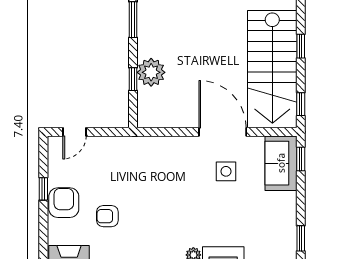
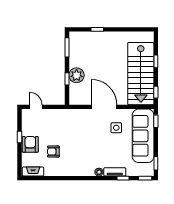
door: (74, 132) -> (36, 107), swing flipped
door: (223, 132) -> (104, 107), moved
sofa: (281, 163) -> (143, 136), width x1.85, depth x1.27

